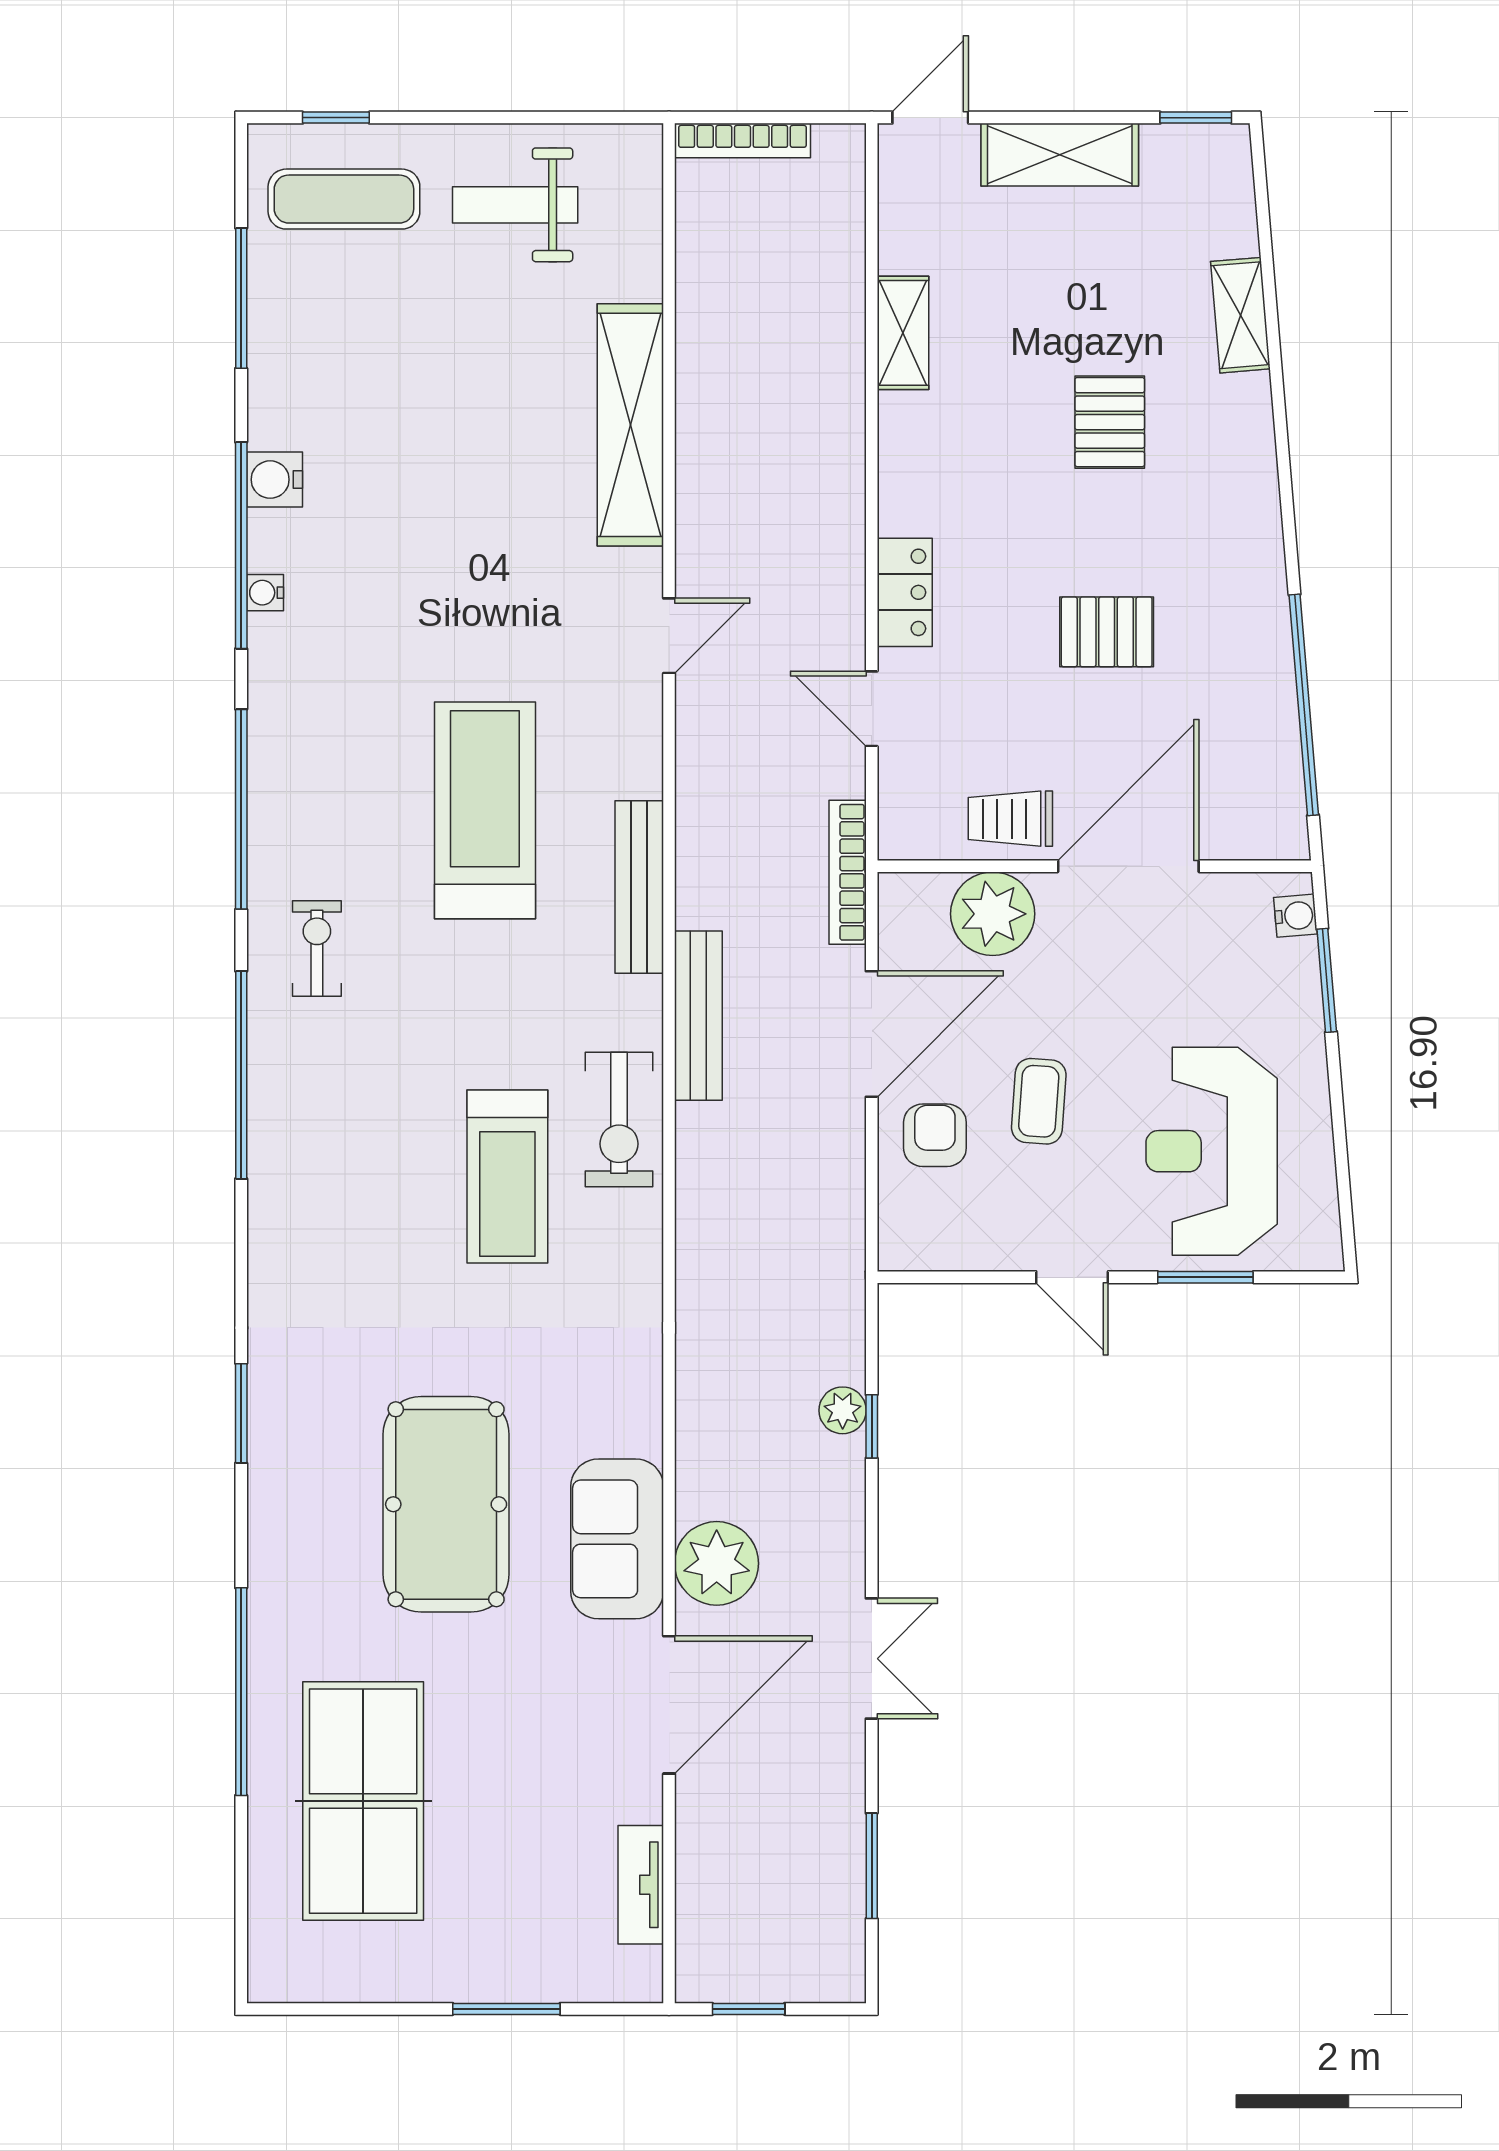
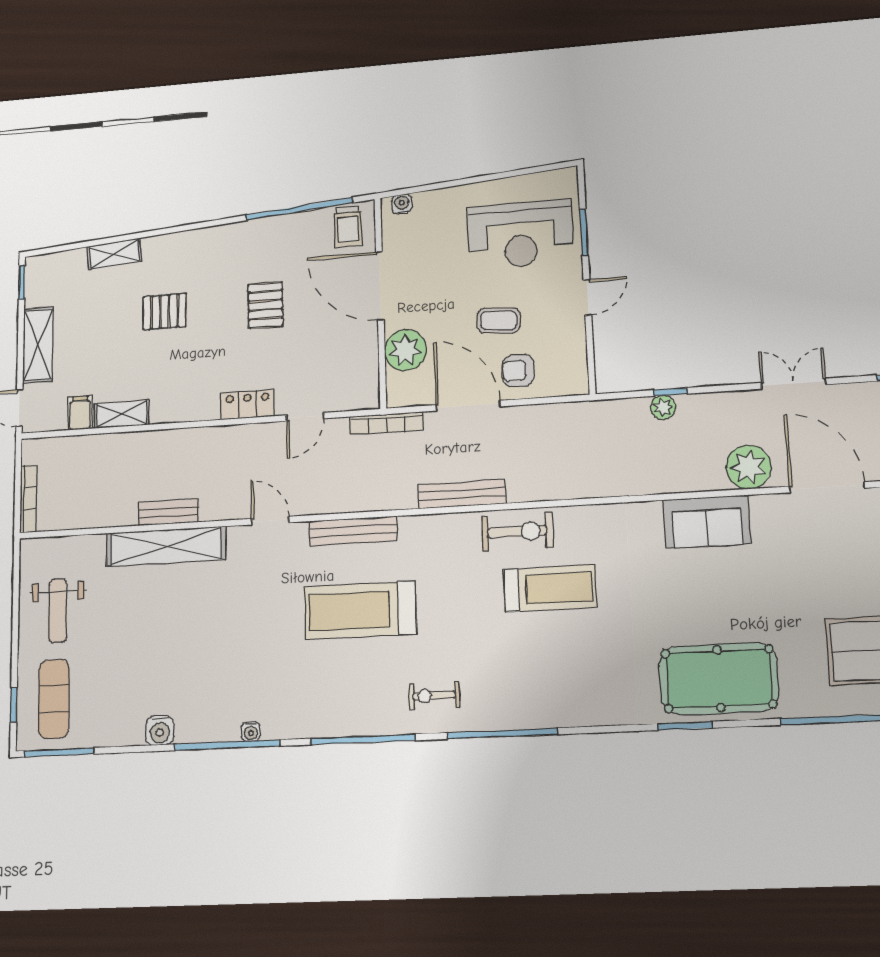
filing cabinet: (911, 246) -> (80, 413), added
window: (241, 298) -> (59, 752), moved
bench: (698, 430) -> (168, 512), added
water cooler: (275, 480) -> (160, 730), moved
trolley: (1010, 819) -> (348, 227), moved
bench: (639, 887) -> (353, 531), moved
window: (1327, 980) -> (433, 187), removed
pool table: (446, 1504) -> (719, 679), moved
sofa: (617, 1539) -> (707, 522), moved

